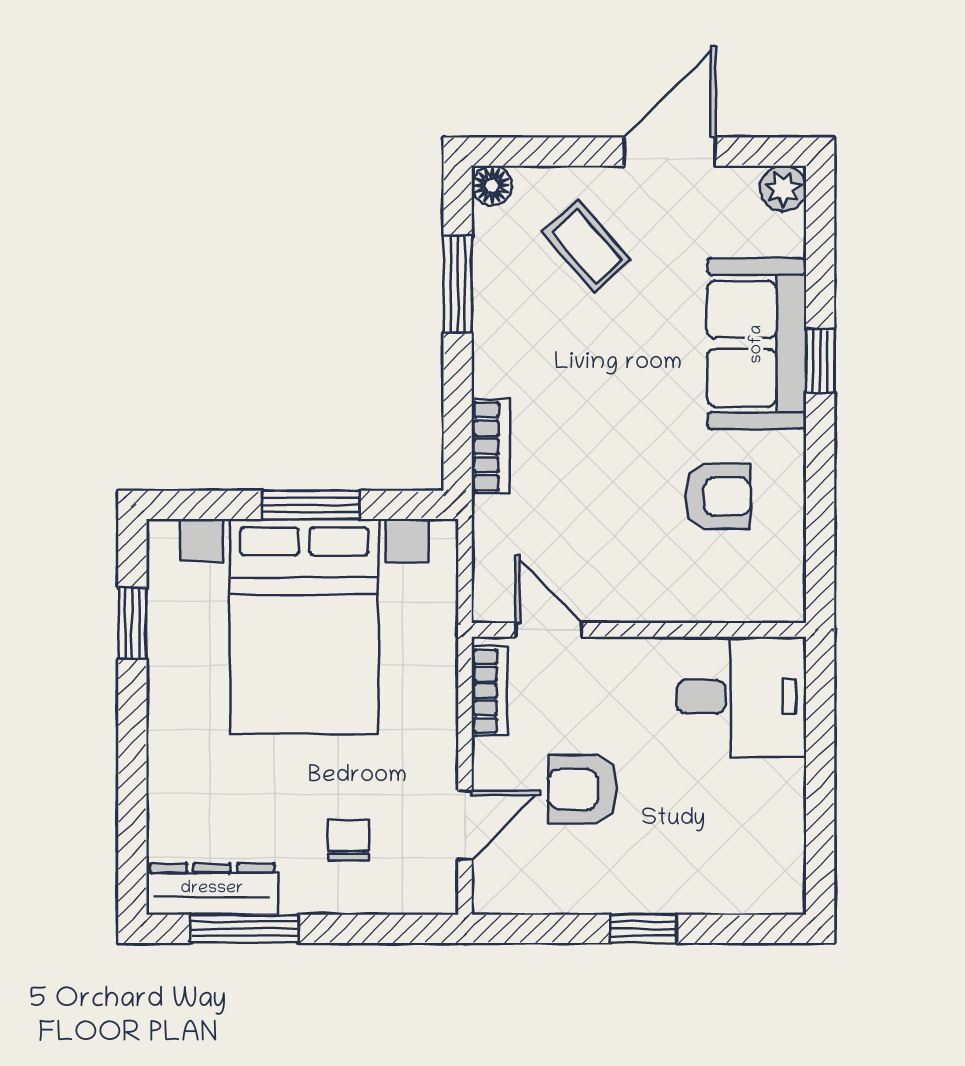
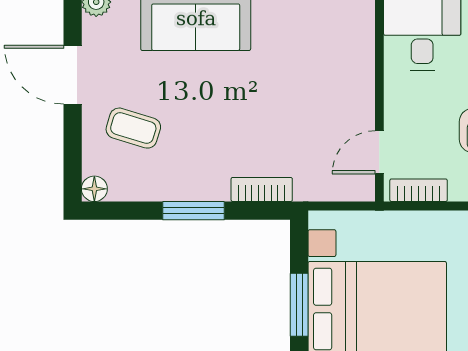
coffee table: (587, 246) -> (133, 128), turned 58
window: (458, 284) -> (194, 211), moved
armchair: (718, 496) -> (294, 44), removed

